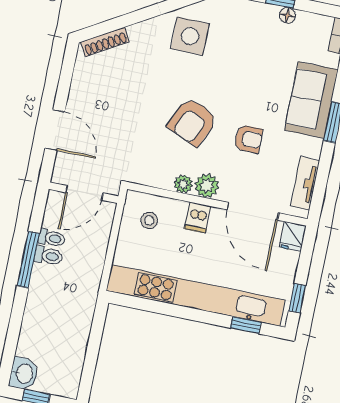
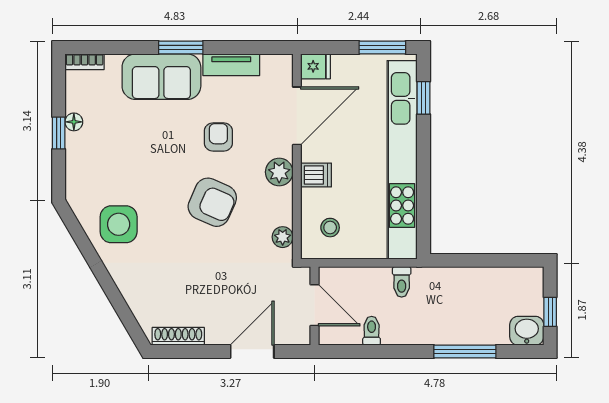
shoe rack: (105, 42) -> (178, 336), moved, turned -60
tv unit: (305, 183) -> (231, 65), moved
plant: (183, 184) -> (283, 237), moved
toilet: (49, 256) -> (402, 282), moved, turned 180
window: (28, 260) -> (465, 352), moved
window: (297, 298) -> (382, 48), width x1.50

